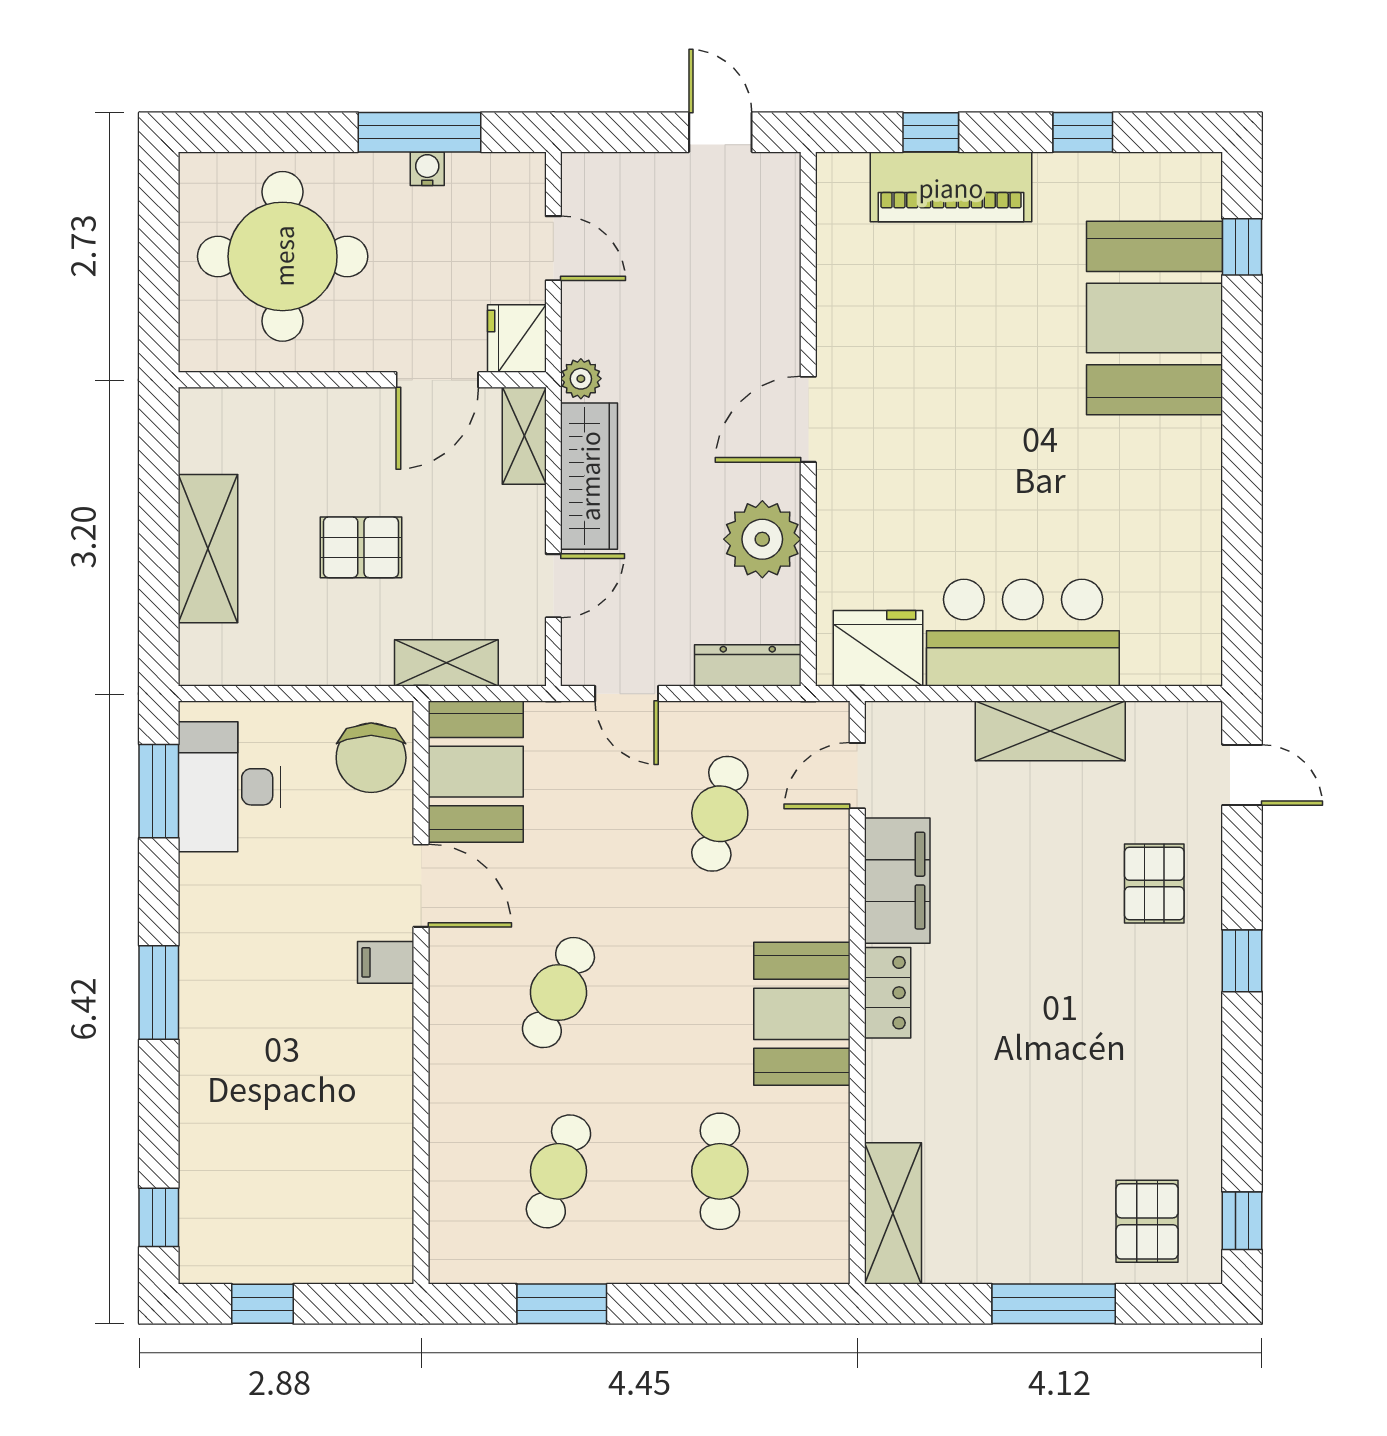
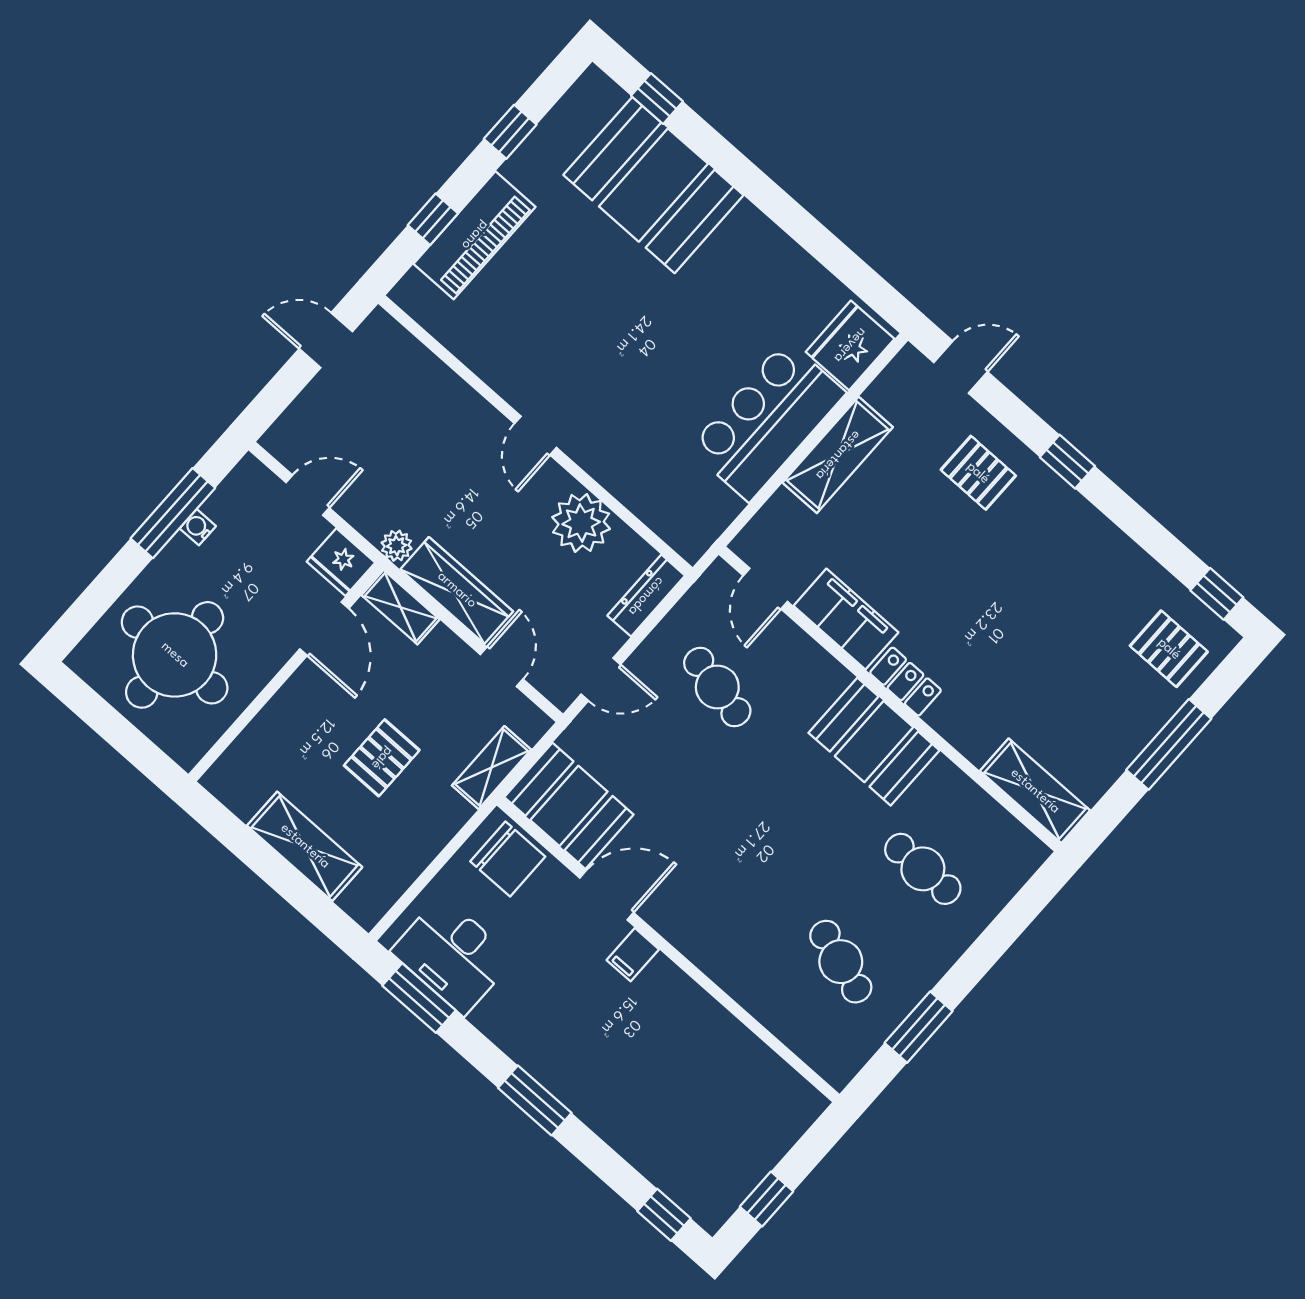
door: (808, 419) -> (536, 436), width x0.73
fridge: (878, 648) -> (850, 345), moved
cafe table: (558, 993) -> (738, 871), removed

